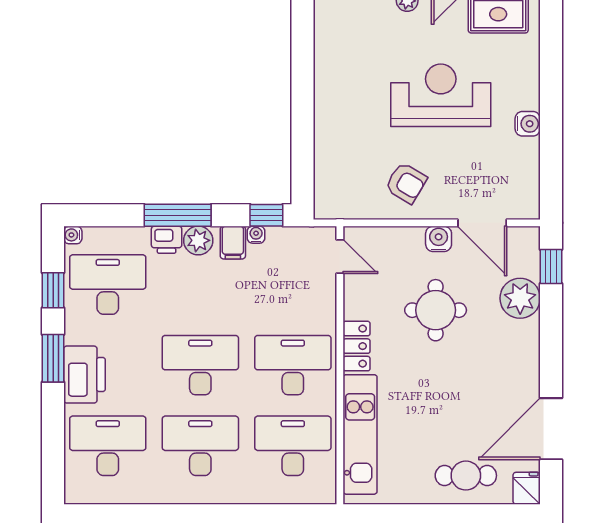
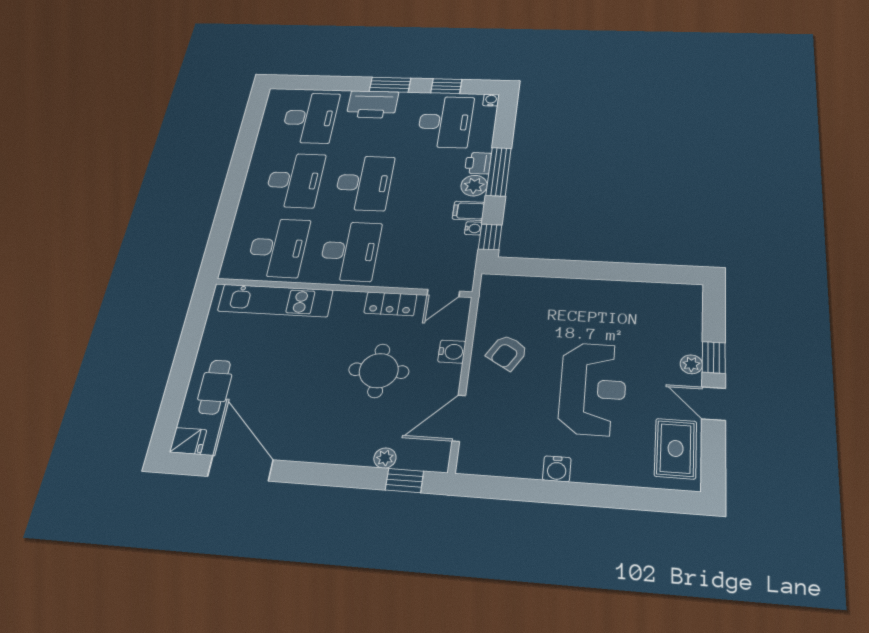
water cooler: (439, 239) -> (452, 352), moved
plant: (520, 298) -> (385, 458), width x0.53, depth x0.53
locker: (357, 346) -> (390, 304), moved

